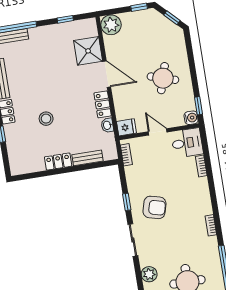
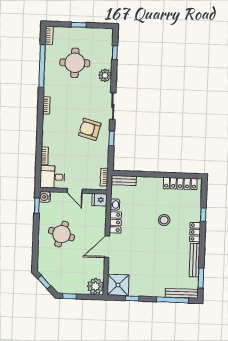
shower: (88, 51) -> (118, 285), moved
door: (107, 74) -> (107, 247), hinge flipped
bench: (87, 158) -> (124, 180), moved
locker: (58, 162) -> (180, 184), moved, width x1.53

